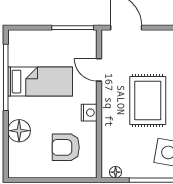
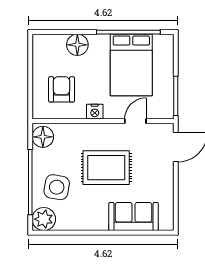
bed: (40, 82) -> (131, 65), width x1.50
floor lamp: (116, 172) -> (43, 137), width x1.89, depth x1.89

